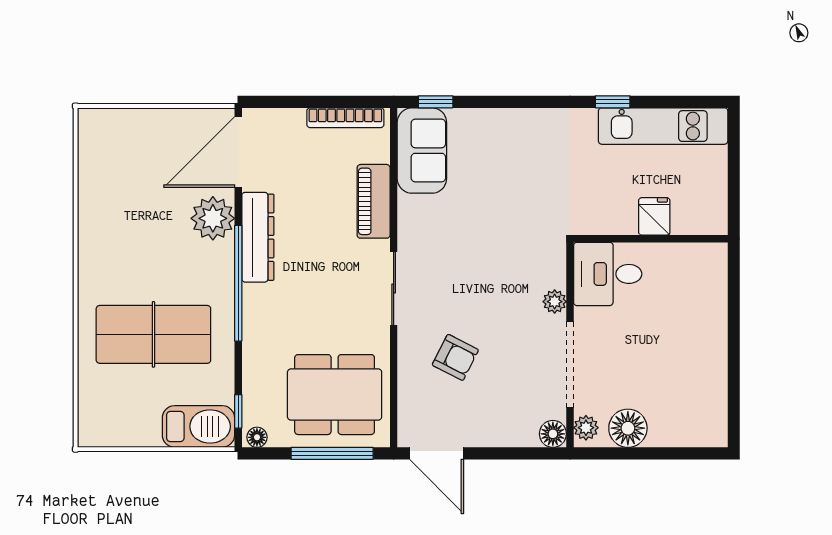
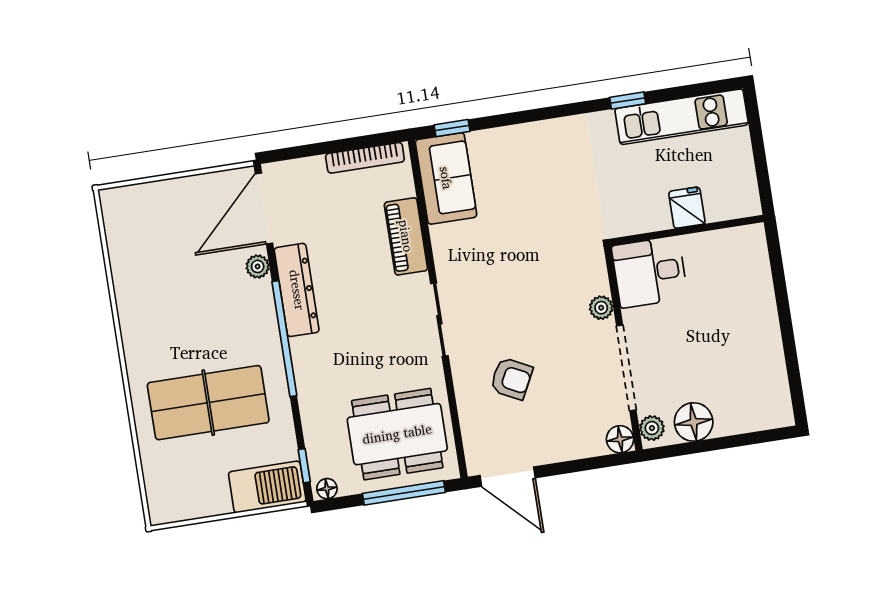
plant: (213, 218) -> (258, 266), width x0.53, depth x0.53

